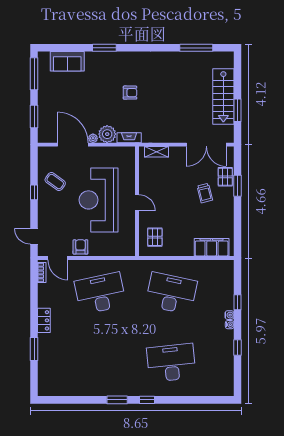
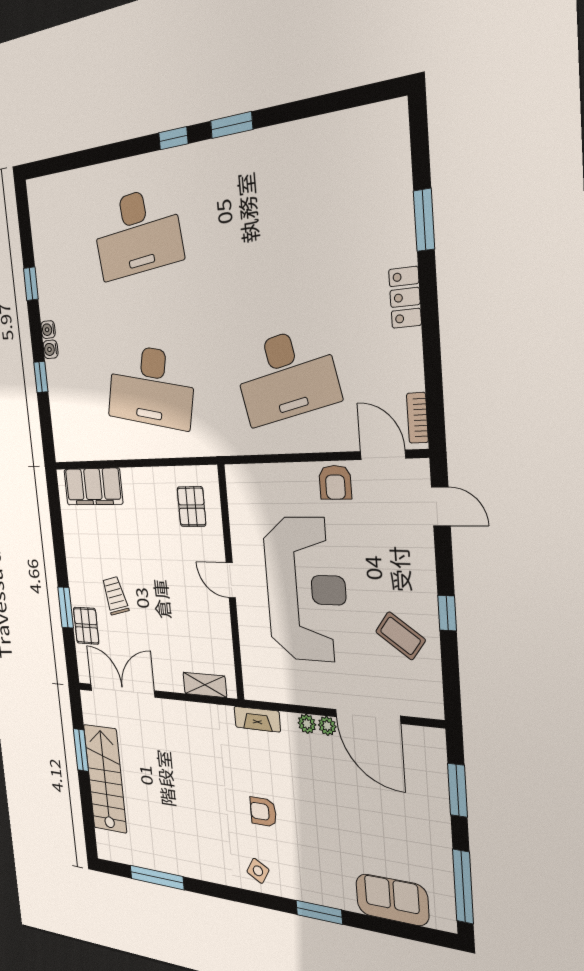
side table: (136, 62) -> (258, 871), added
plant: (107, 134) -> (307, 724), width x0.53, depth x0.53

